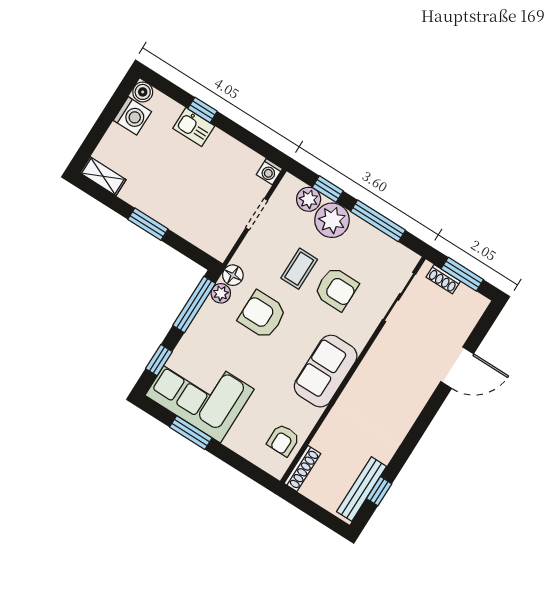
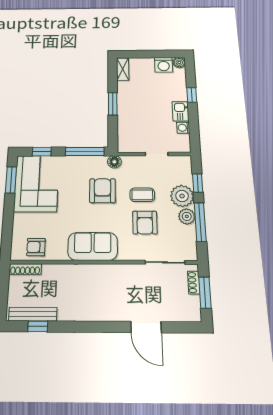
kitchen sink: (194, 127) -> (181, 111), moved
washing machine: (269, 172) -> (183, 128), moved
plant: (309, 199) -> (187, 216), moved
plant: (221, 293) -> (100, 161), removed
window: (191, 433) -> (11, 180), moved

